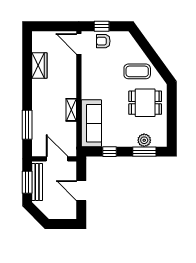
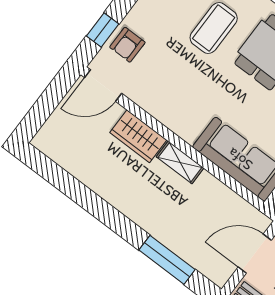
wardrobe: (39, 66) -> (138, 136), moved, turned 180
shelving: (71, 110) -> (180, 162), moved

